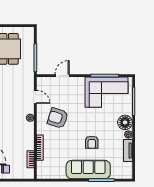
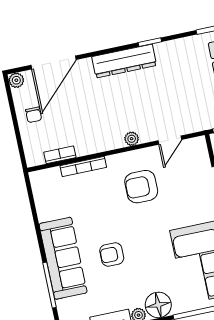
armchair: (58, 118) -> (141, 187), turned -108

